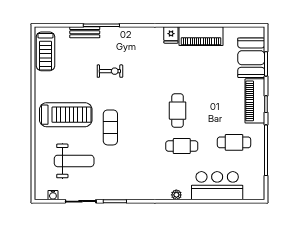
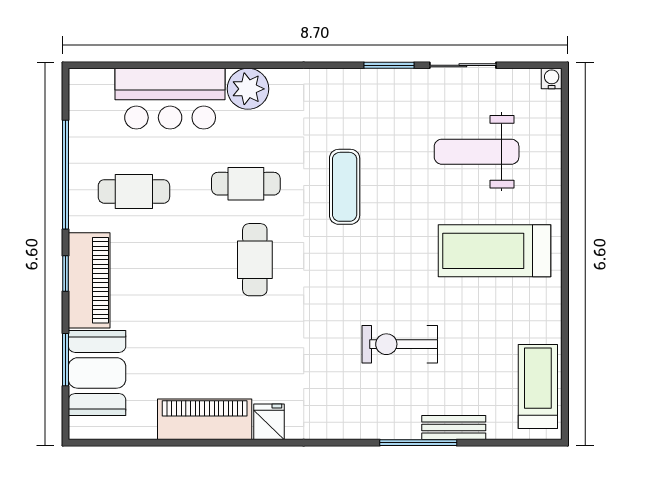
exercise bike: (110, 71) -> (400, 344), width x1.38, depth x1.39
exercise mat: (110, 127) -> (345, 187), moved
water cooler: (53, 195) -> (552, 78), moved
plant: (176, 195) -> (248, 89), width x1.88, depth x1.88

